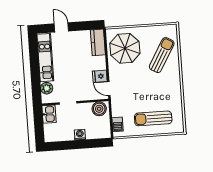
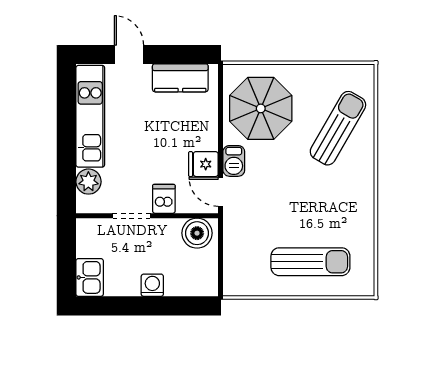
kitchen counter: (98, 42) -> (180, 78), moved, turned -90
dishwasher: (82, 94) -> (164, 199), added
kitchen sink: (49, 114) -> (90, 277), moved
sun lounger: (153, 118) -> (310, 262), turned 180
barbecue: (118, 124) -> (234, 161), moved

